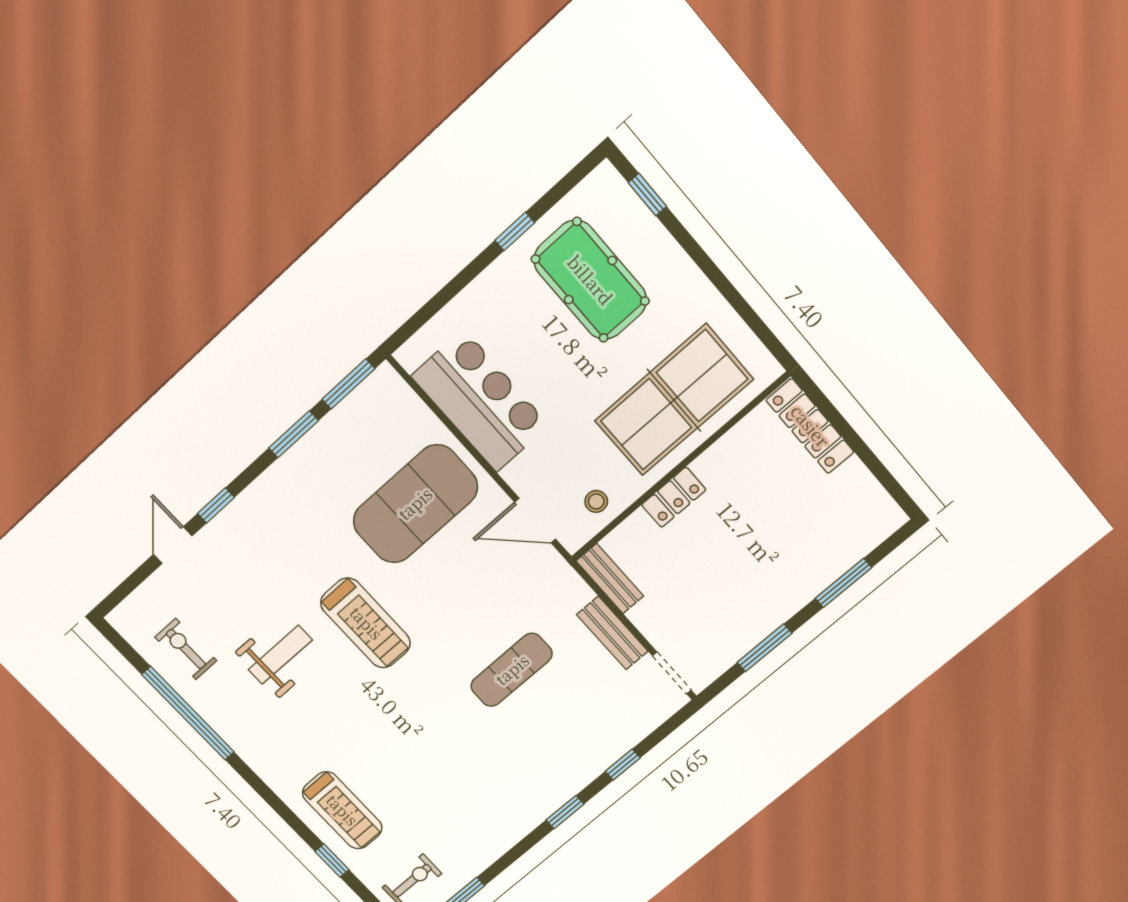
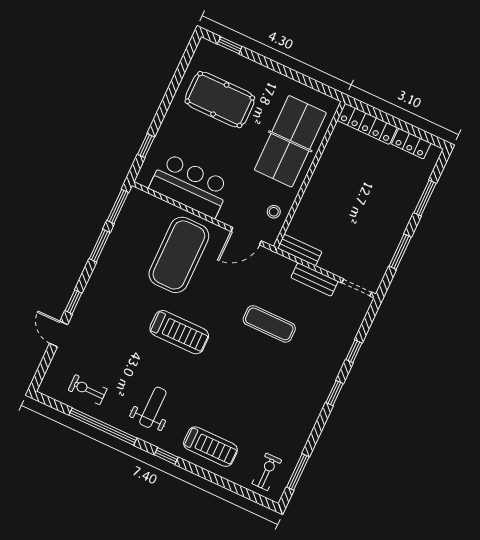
window: (515, 231) -> (146, 146), moved
locker: (674, 497) -> (411, 144), moved, turned 90
weight bench: (280, 655) -> (153, 407), moved
exercise mat: (512, 670) -> (269, 324), turned 90
window: (332, 860) -> (166, 456), moved

